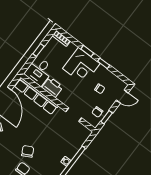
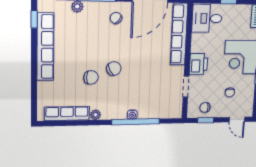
printer: (52, 87) -> (198, 64), moved

